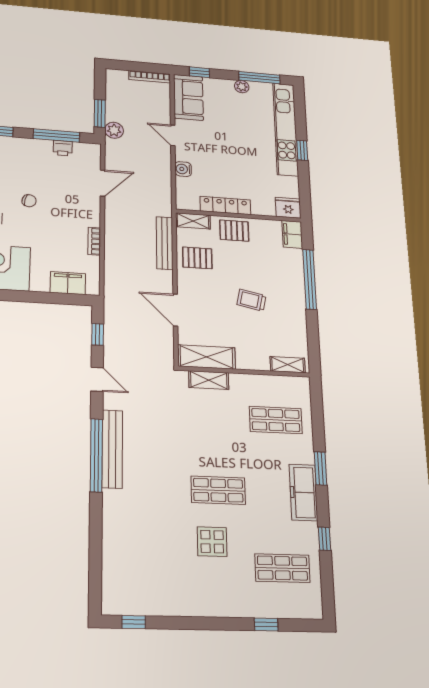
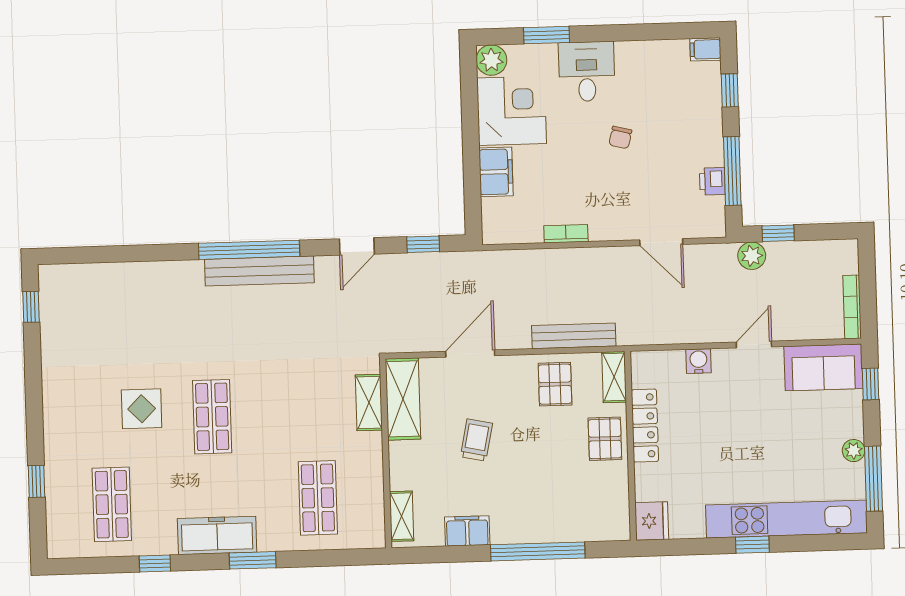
window: (100, 113) -> (778, 233), width x0.67
filing cabinet: (292, 234) -> (467, 531), moved
filing cabinet: (68, 283) -> (496, 172), moved
trolley: (251, 300) -> (476, 440), moved

